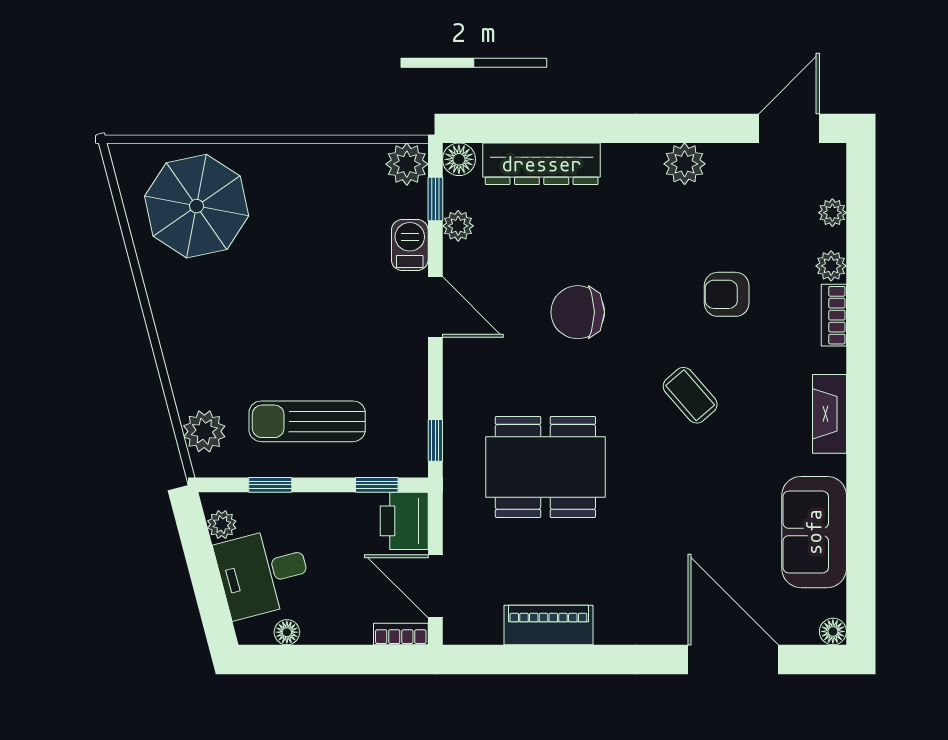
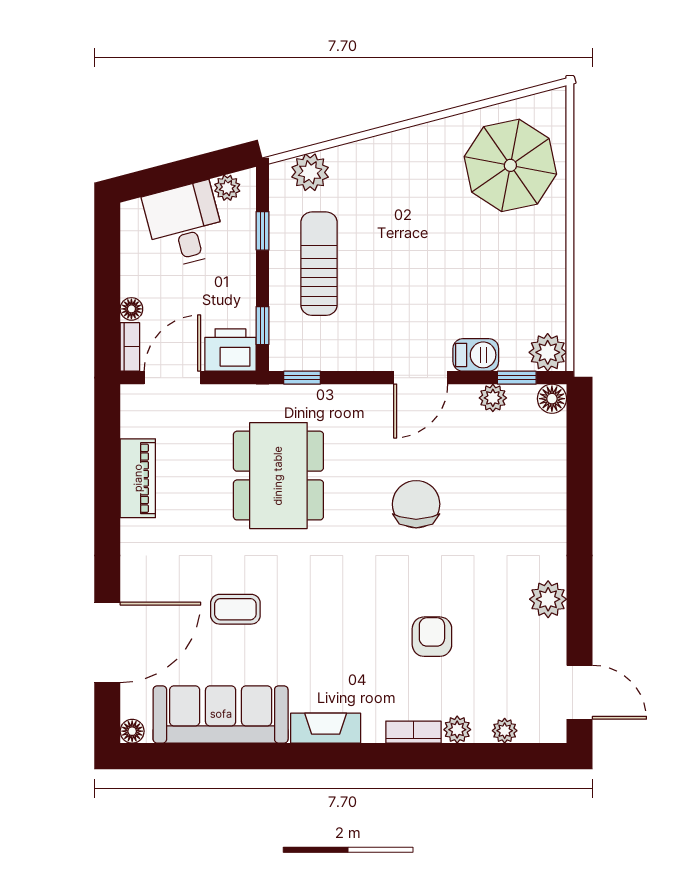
dresser: (542, 164) -> (548, 472), removed
coffee table: (690, 395) -> (235, 609), moved, turned 41
sofa: (814, 532) -> (221, 714), width x1.36
floor lamp: (287, 632) -> (131, 309), moved

